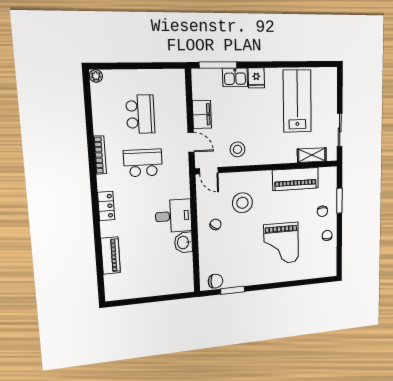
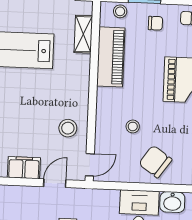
stool: (330, 183) -> (120, 11), added
stool: (242, 203) -> (133, 126), width x0.53, depth x0.53
chair: (216, 224) -> (155, 162), width x1.87, depth x1.87

